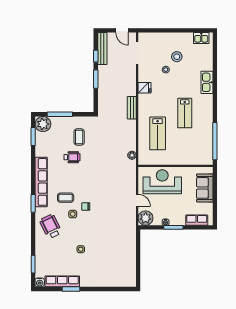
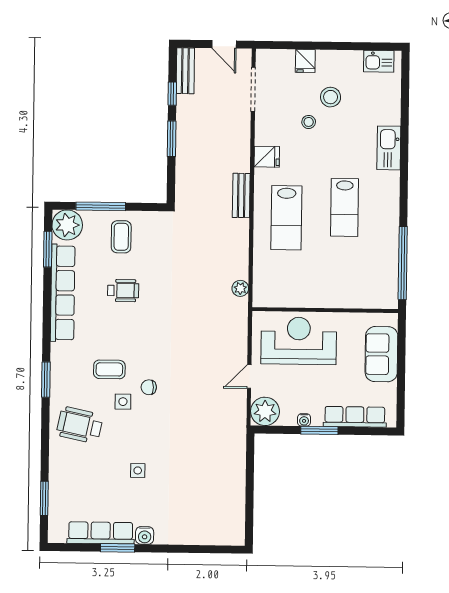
fridge: (164, 38) -> (305, 61), added
bench: (102, 49) -> (185, 71), width x0.73
lab bench: (158, 133) -> (286, 218), moved
coffee table: (79, 137) -> (121, 237), moved
row of seats: (41, 182) -> (63, 293), moved
door: (137, 200) -> (249, 377), swing flipped
row of seats: (197, 220) -> (355, 417), width x1.48
wheelchair: (51, 226) -> (80, 425), turned -52
water cooler: (40, 282) -> (145, 535), moved

